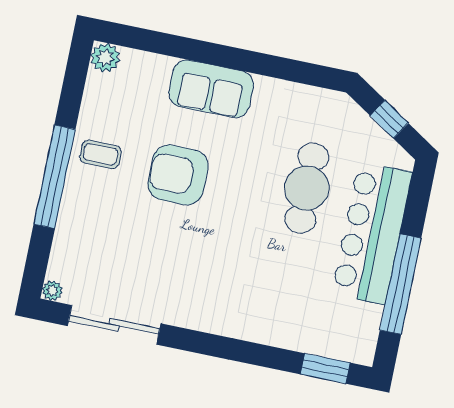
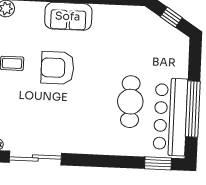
cafe table: (307, 188) -> (130, 102), moved
bar counter: (372, 233) -> (170, 117), moved

